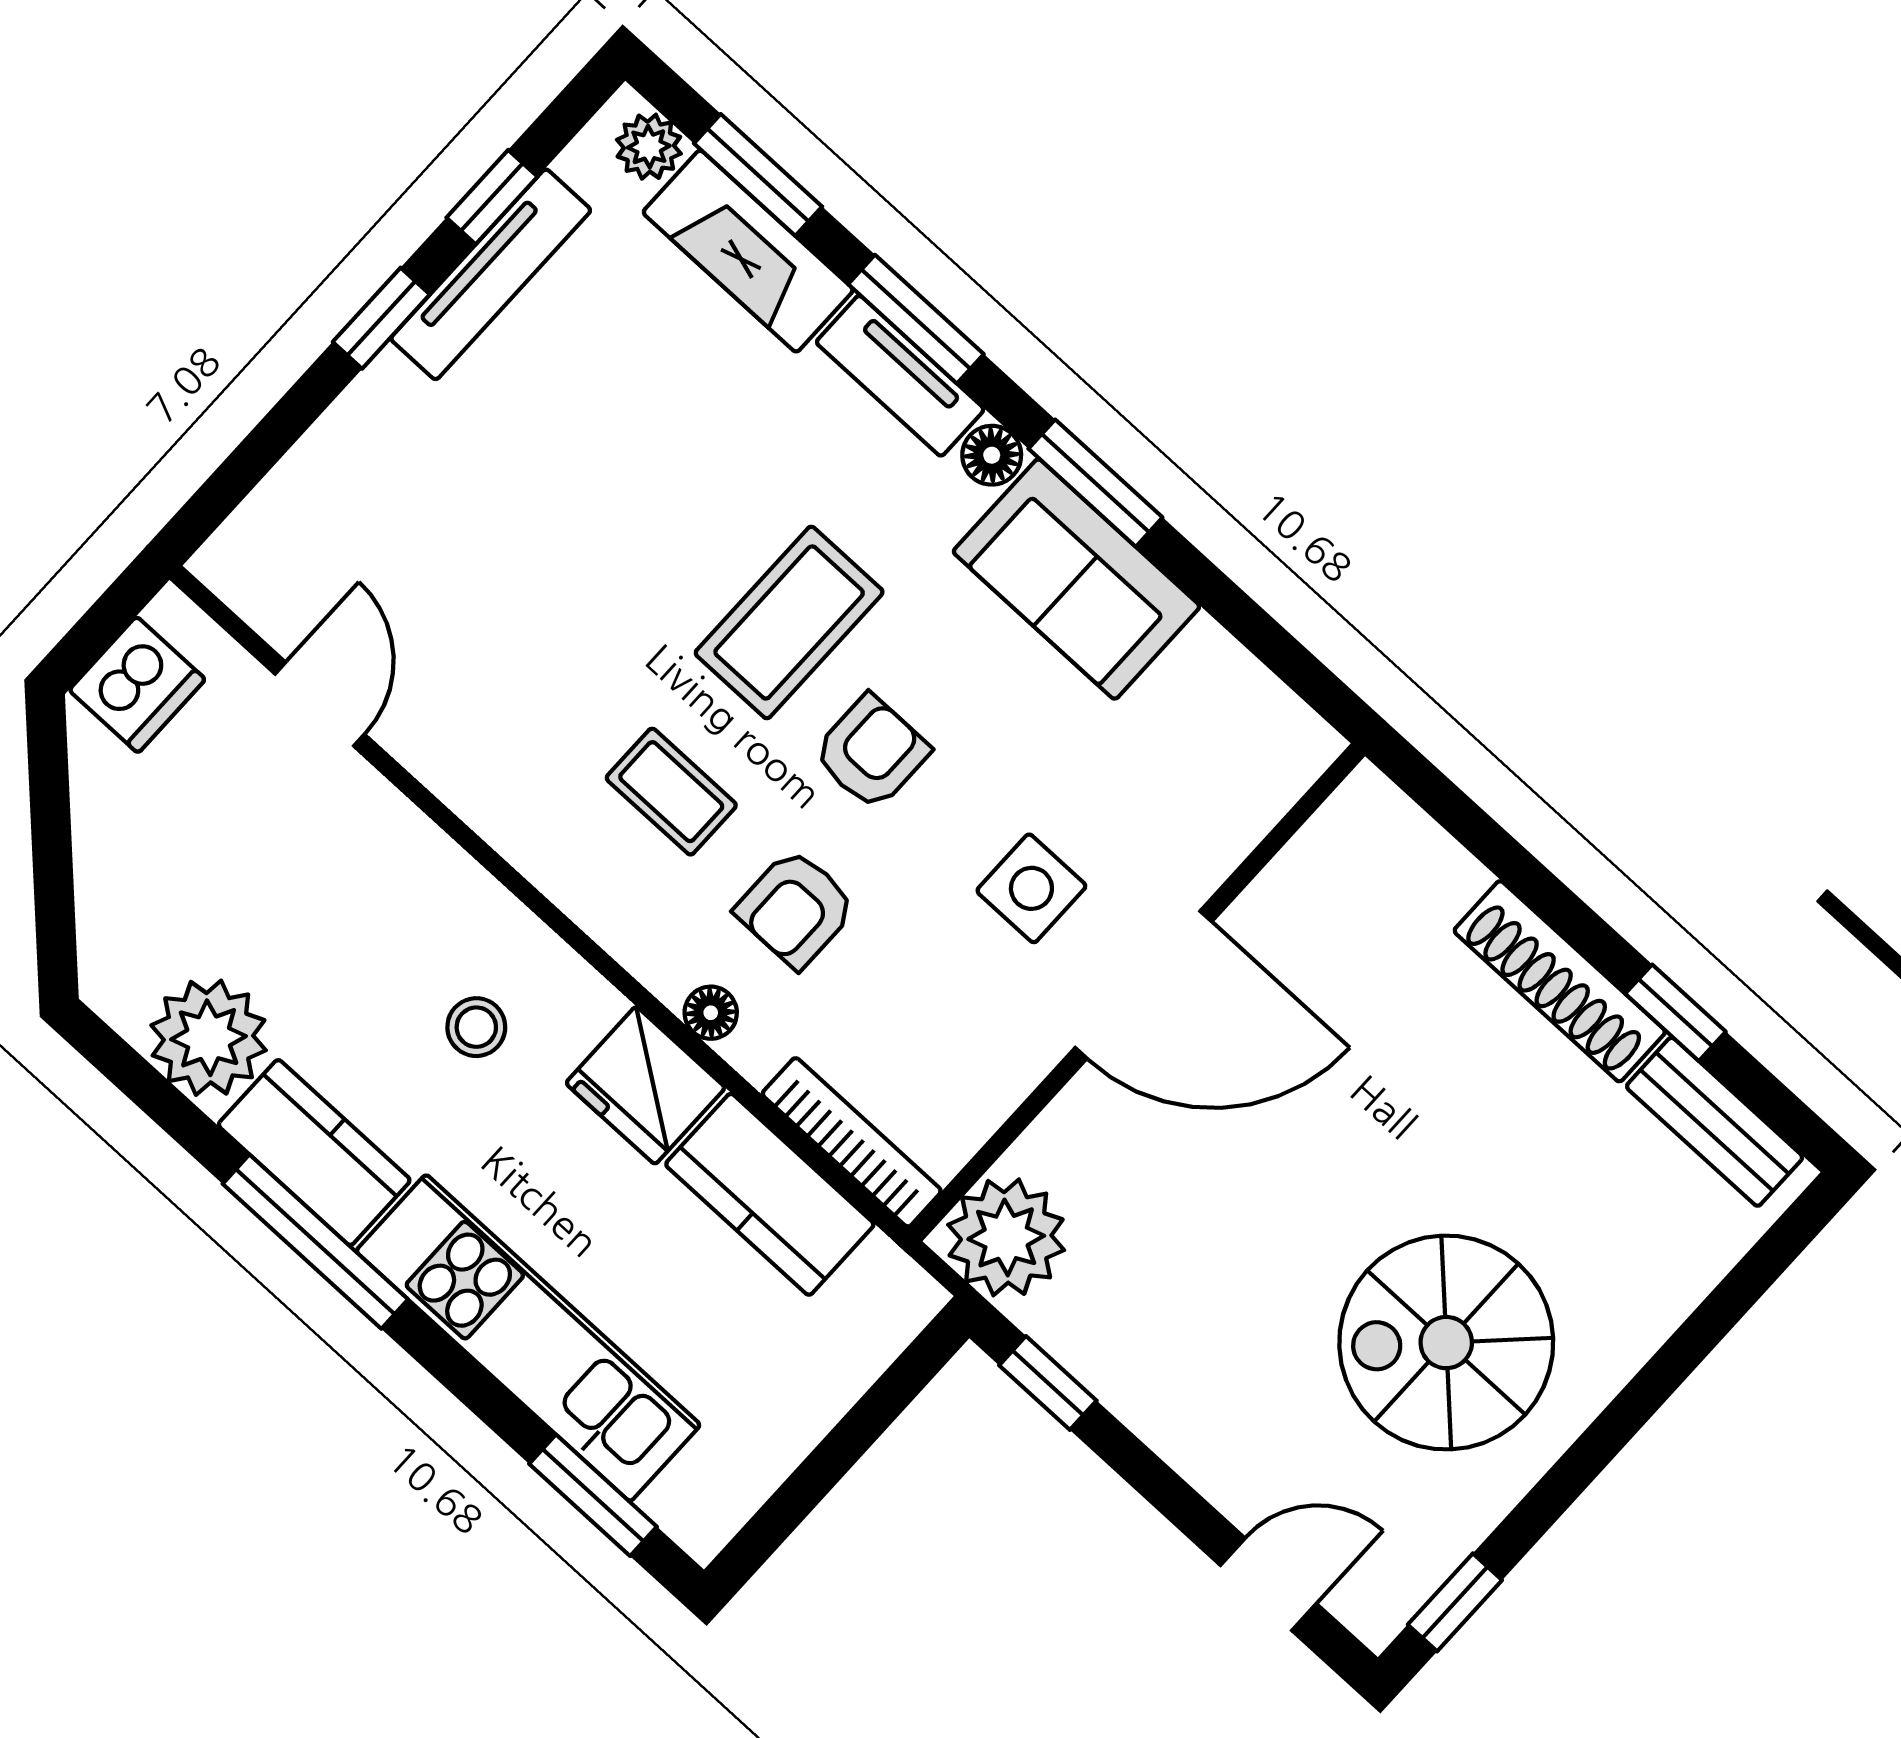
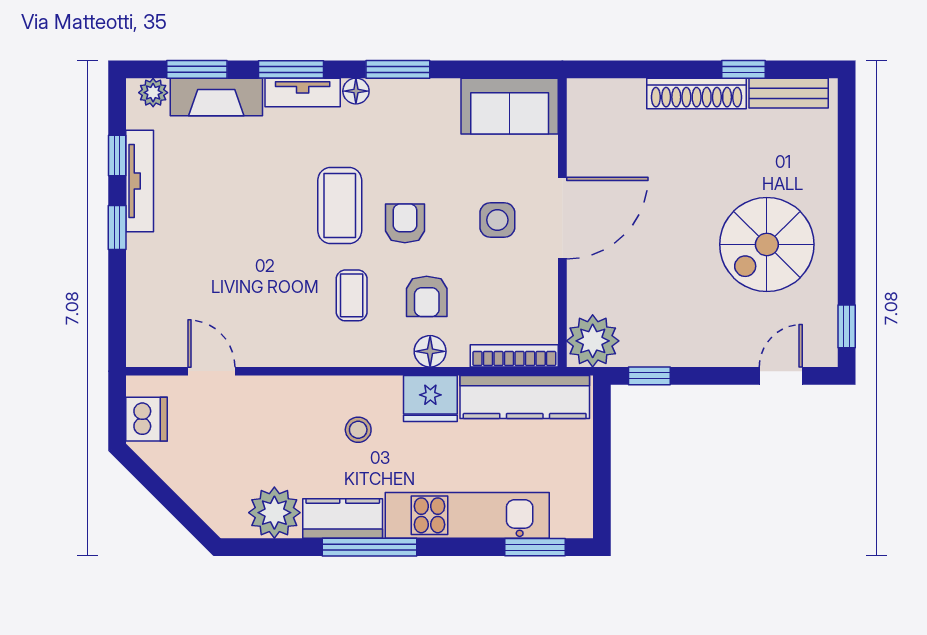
sofa: (1076, 579) -> (510, 106), moved
coffee table: (671, 792) -> (352, 295), turned 90
floor lamp: (711, 1013) -> (430, 351), width x1.37, depth x1.37
kitchen counter: (770, 1194) -> (525, 397), width x1.50

